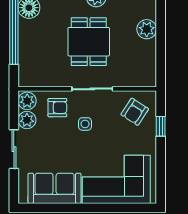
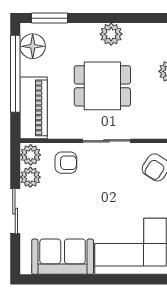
dining table: (89, 42) -> (102, 86), turned 90
piano: (30, 61) -> (34, 108), added
side table: (85, 124) -> (98, 182), removed

